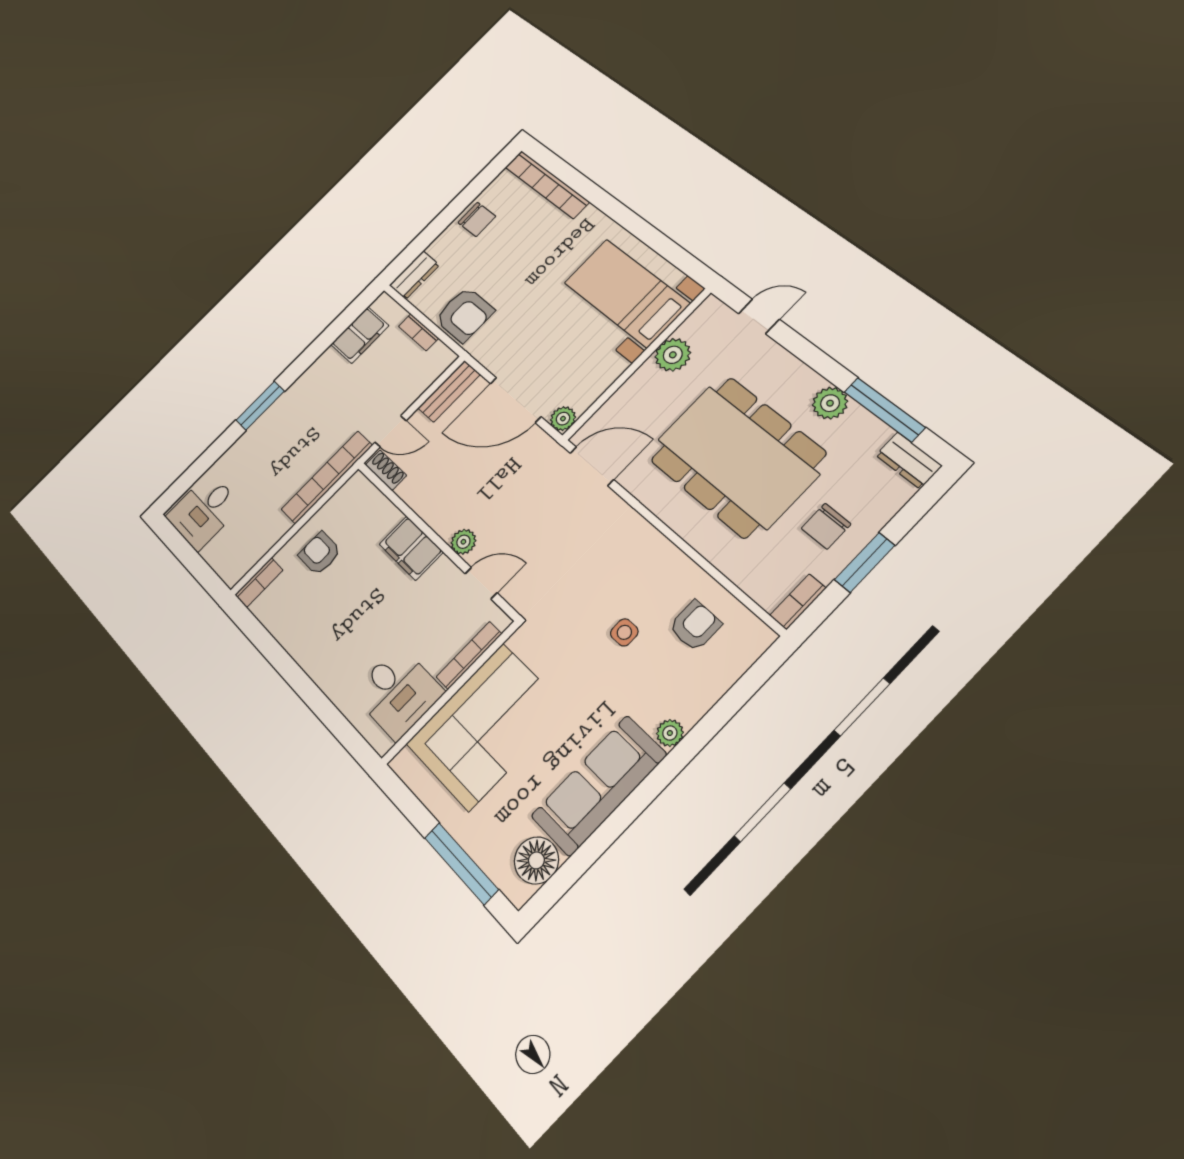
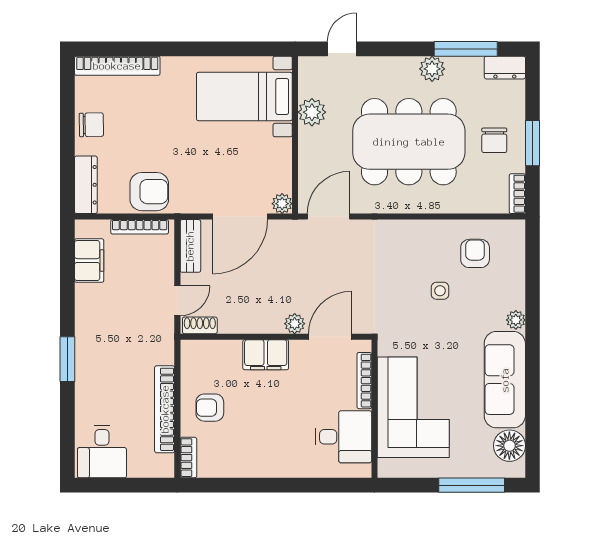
dresser: (414, 275) -> (86, 185), width x1.44
bookcase: (419, 332) -> (140, 227), width x1.56
bookcase: (327, 477) -> (165, 409), moved
door: (481, 583) -> (330, 337), width x1.38

